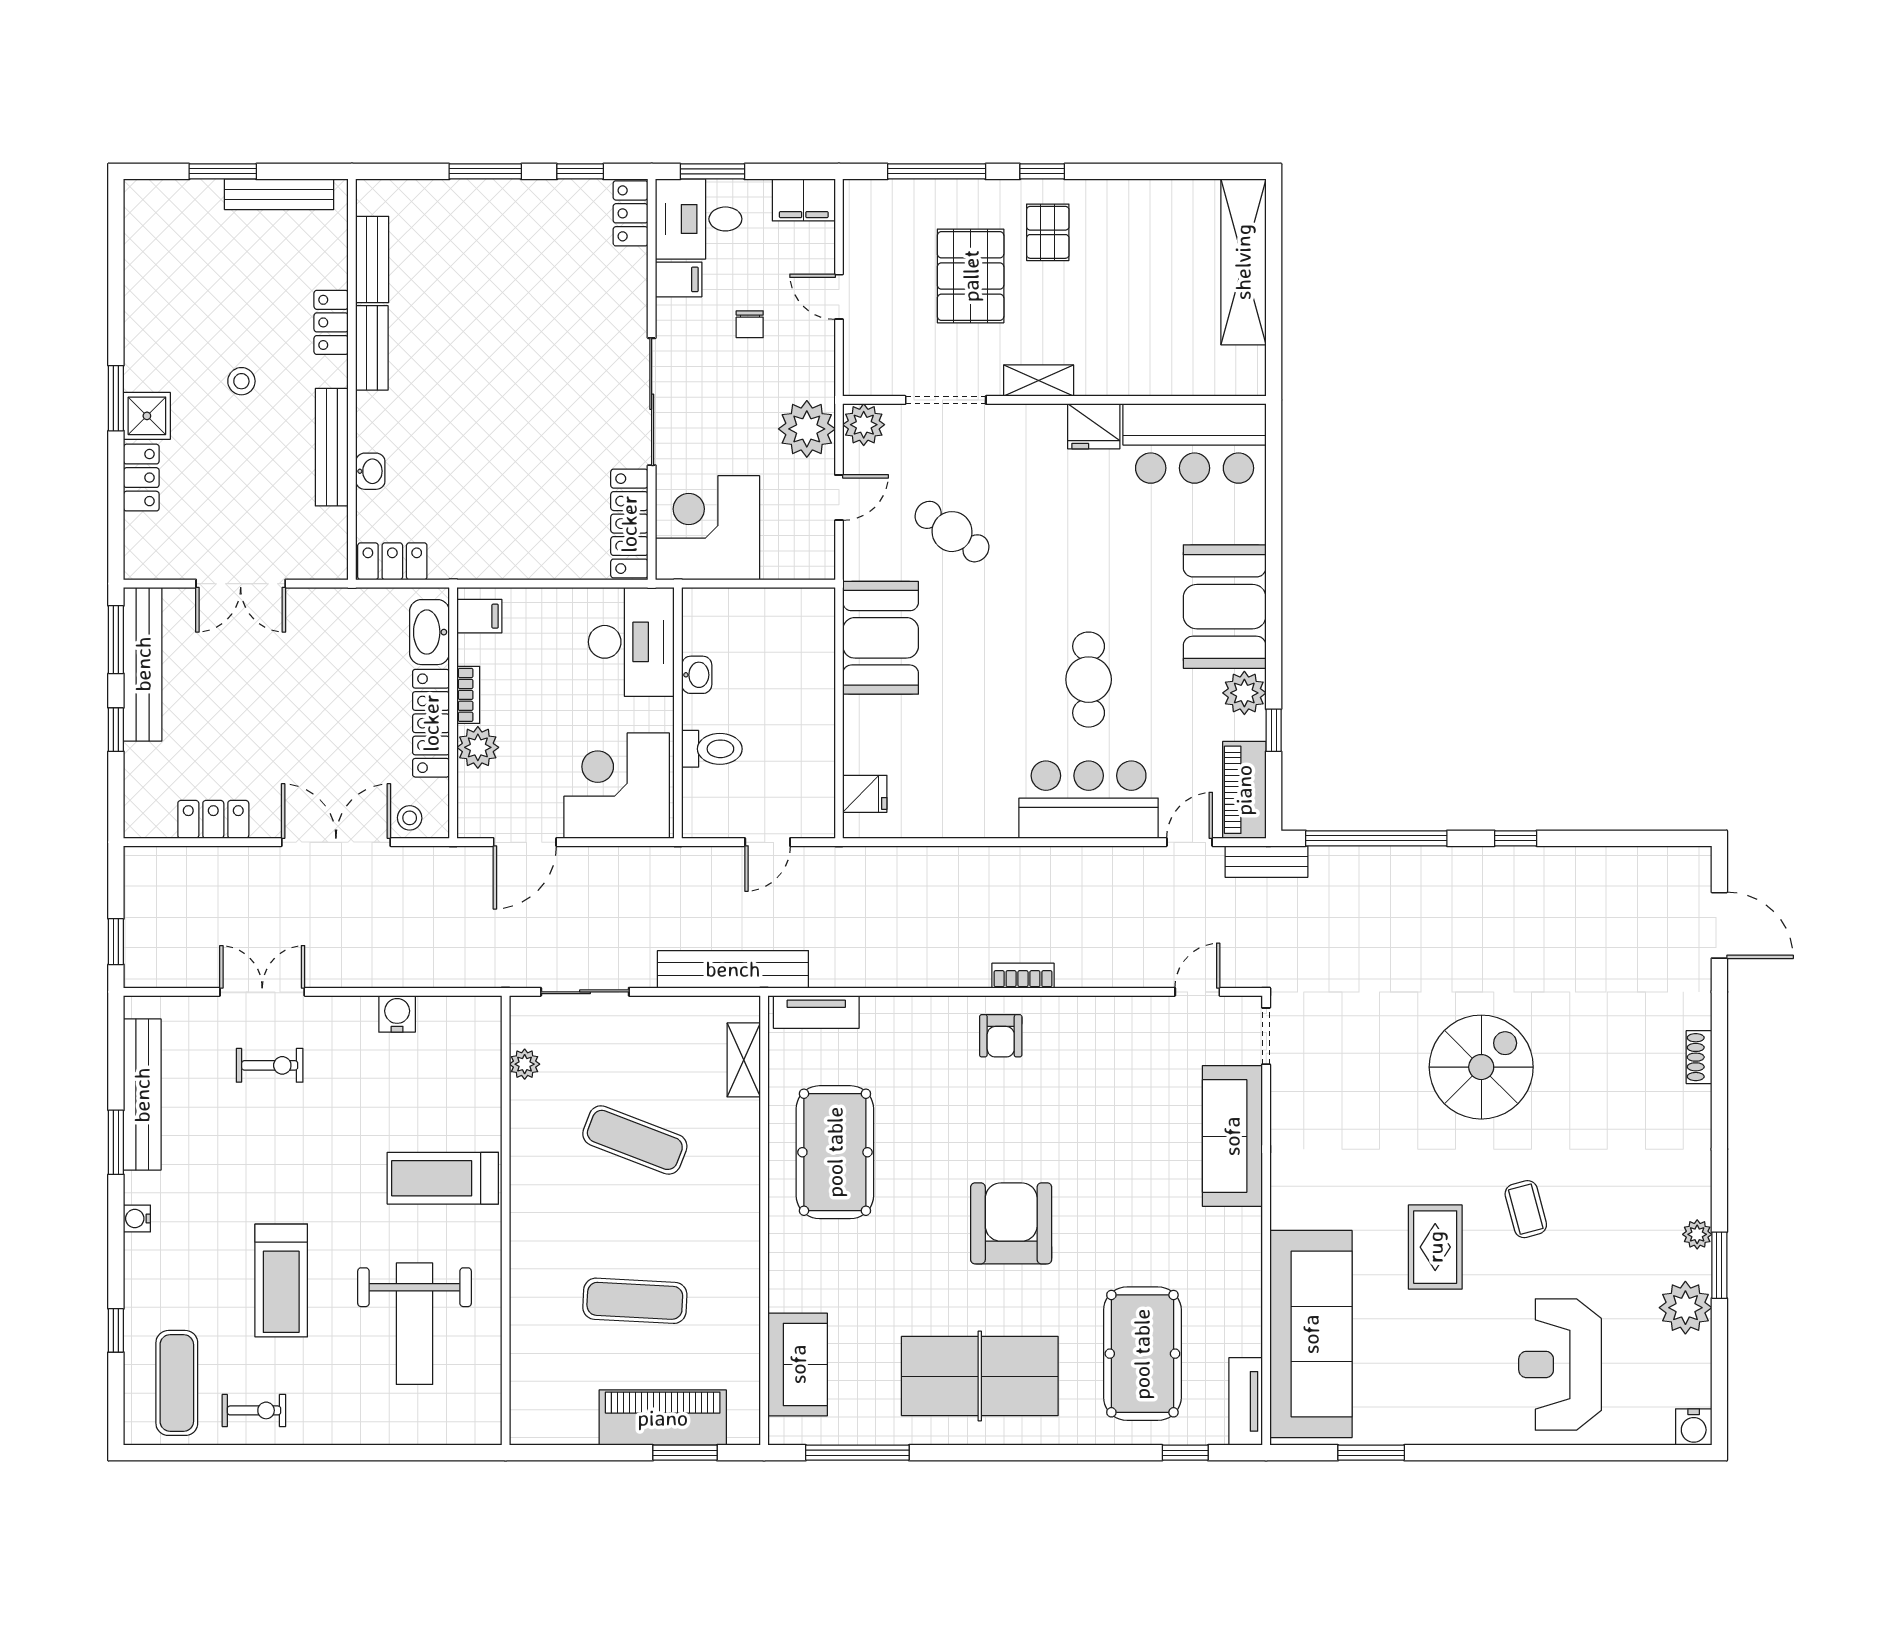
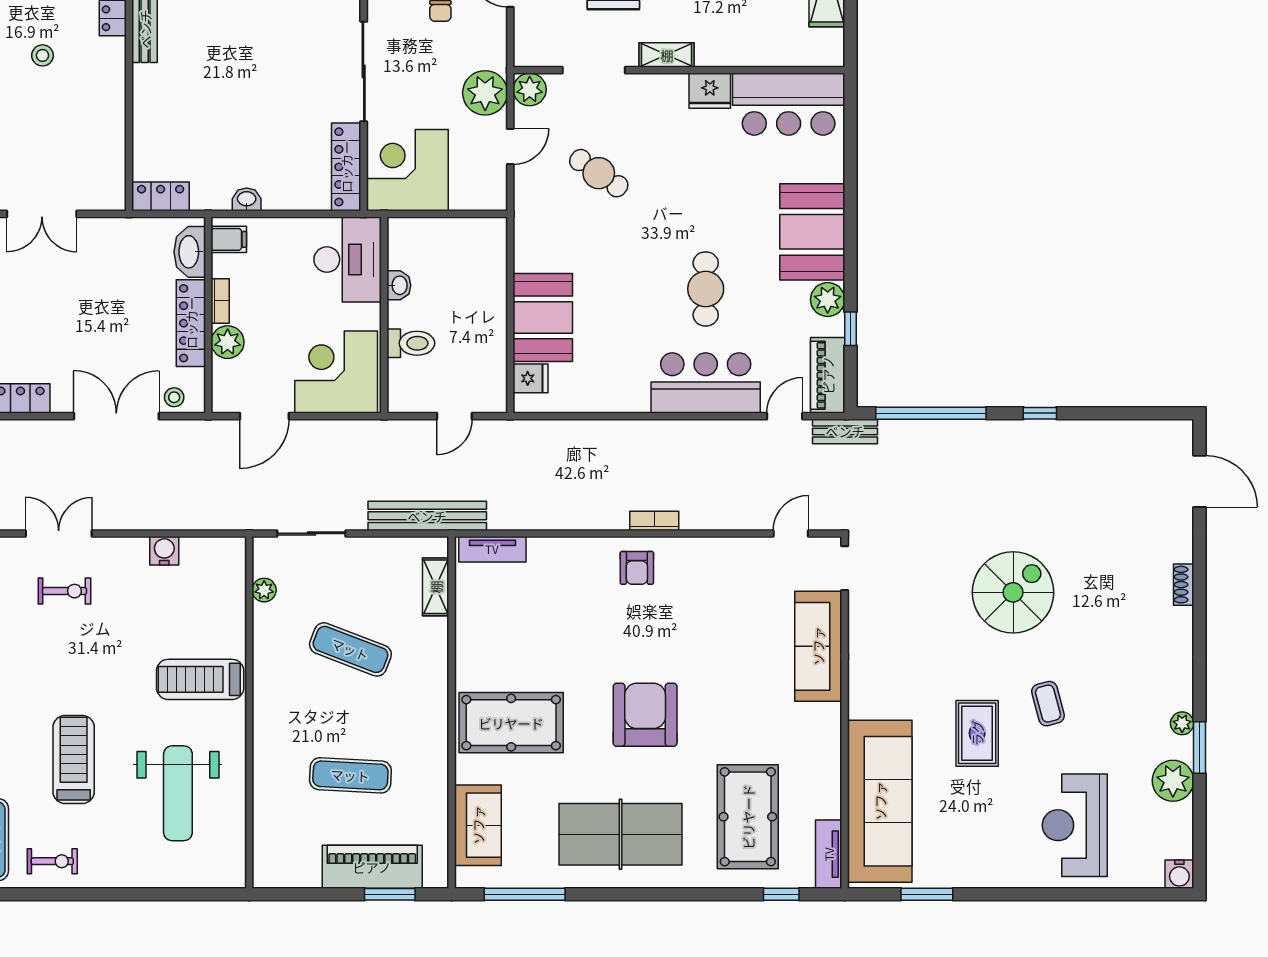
bench: (332, 447) -> (113, 107), removed
washbasin: (370, 471) -> (247, 199), moved, turned -90
booth: (881, 638) -> (543, 317), moved
pool table: (835, 1152) -> (511, 723), moved, turned 90
treadmill: (281, 1281) -> (74, 759), turned 180

